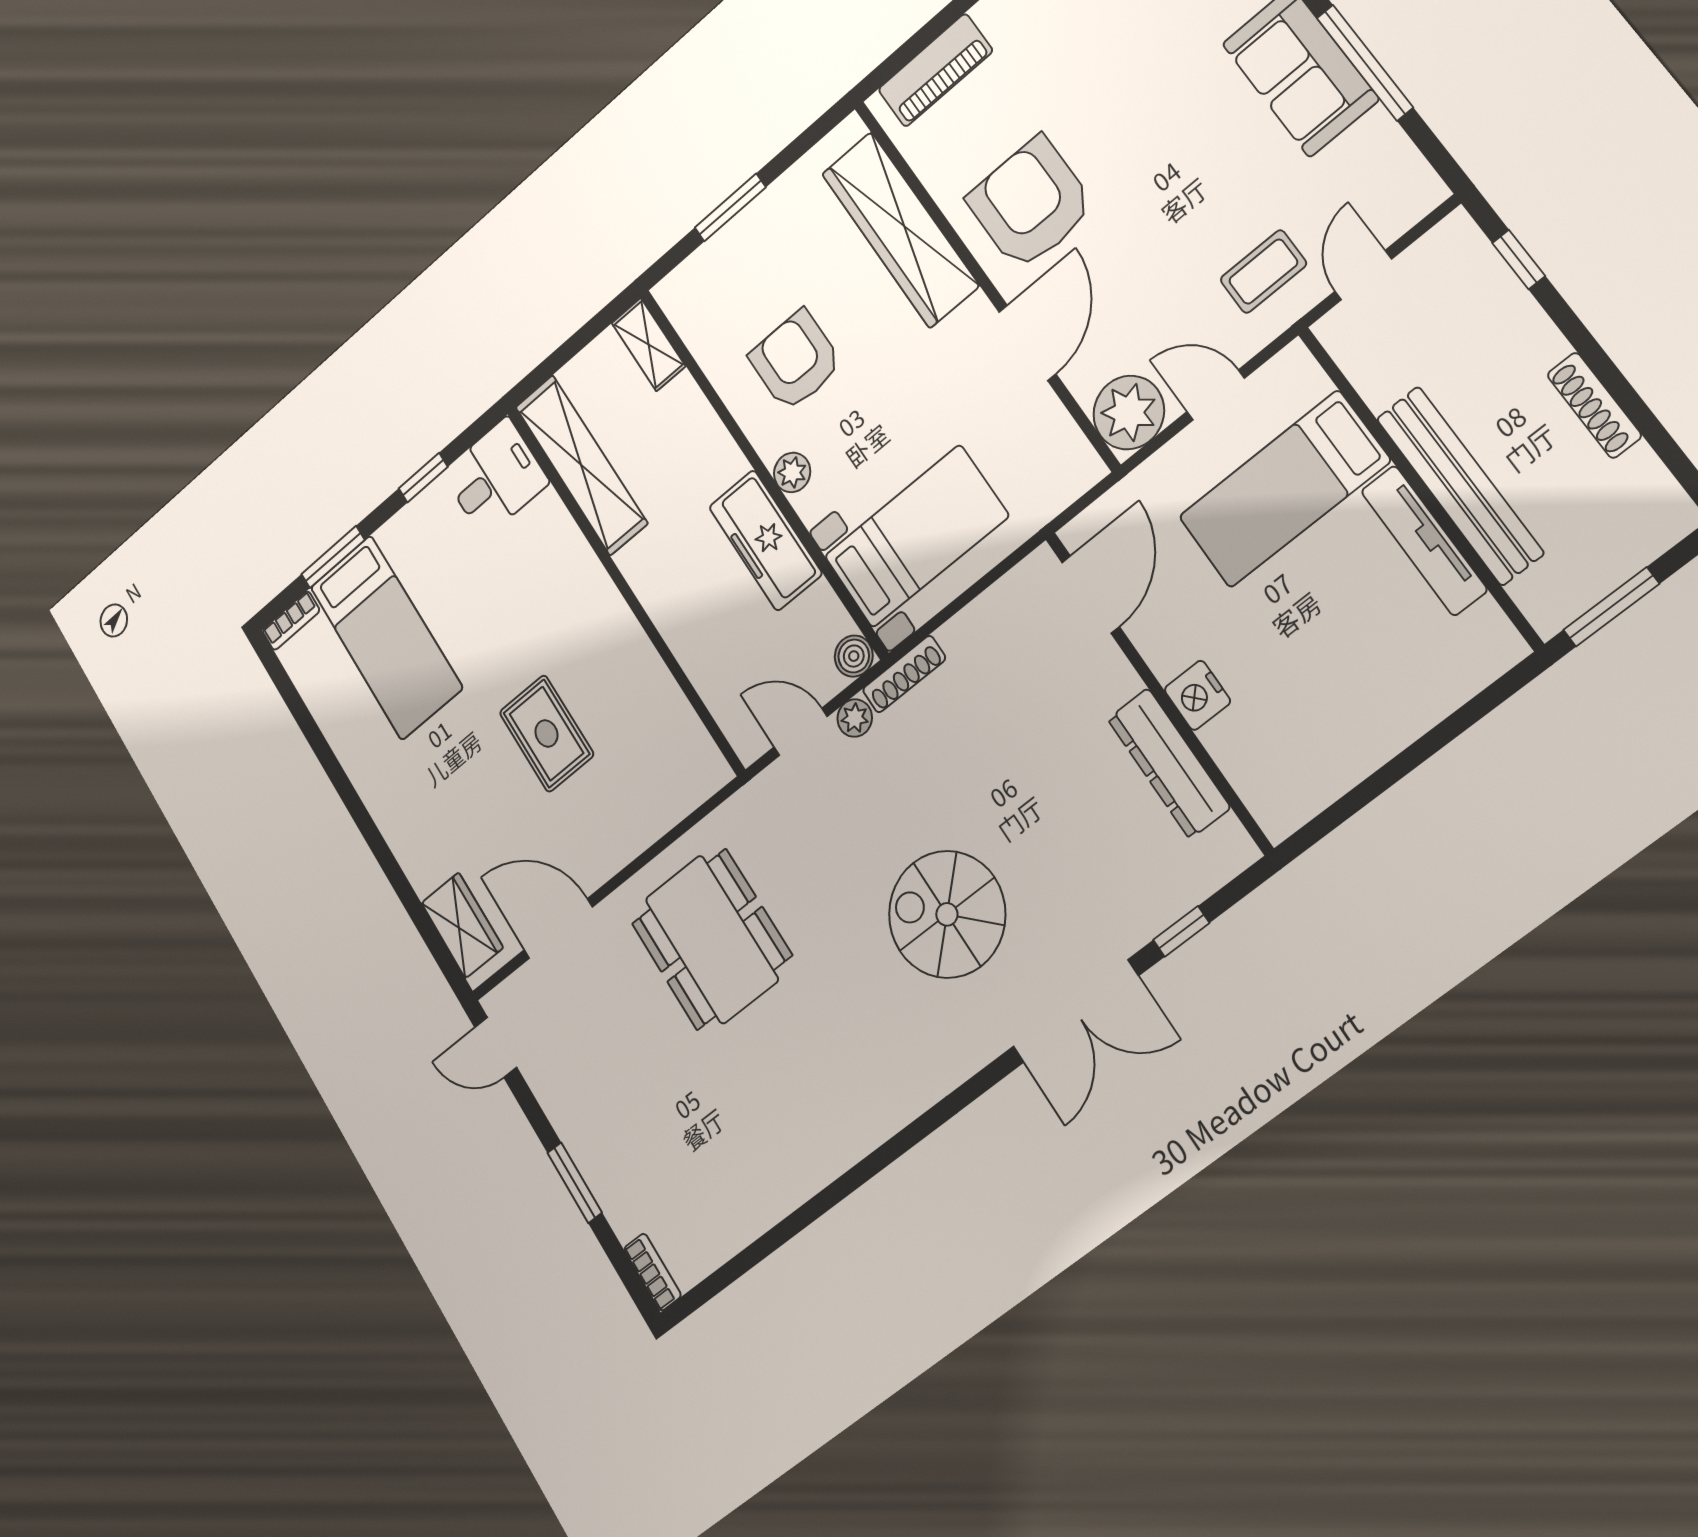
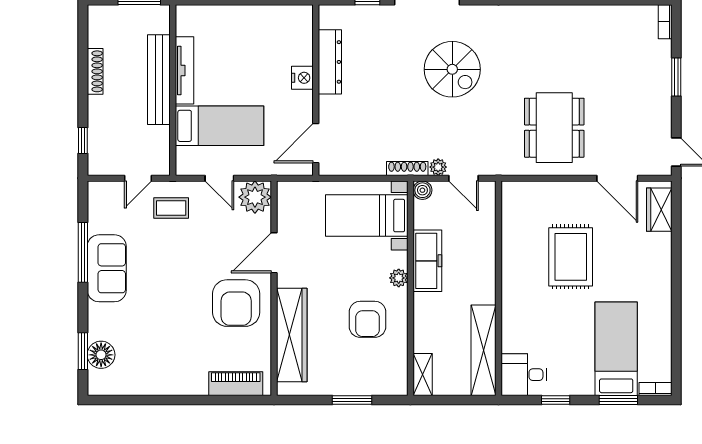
rug: (546, 733) -> (571, 257), width x1.36, depth x1.43

